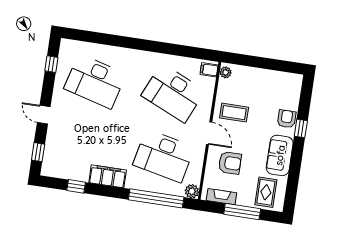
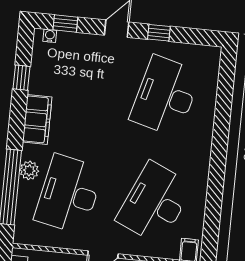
window: (51, 64) -> (159, 33), moved
water cooler: (46, 164) -> (50, 36), added
plant: (192, 191) -> (29, 170), moved

